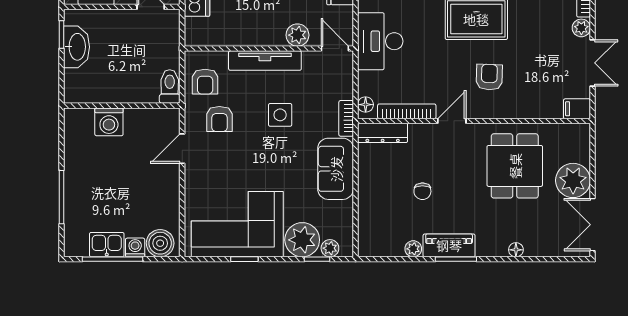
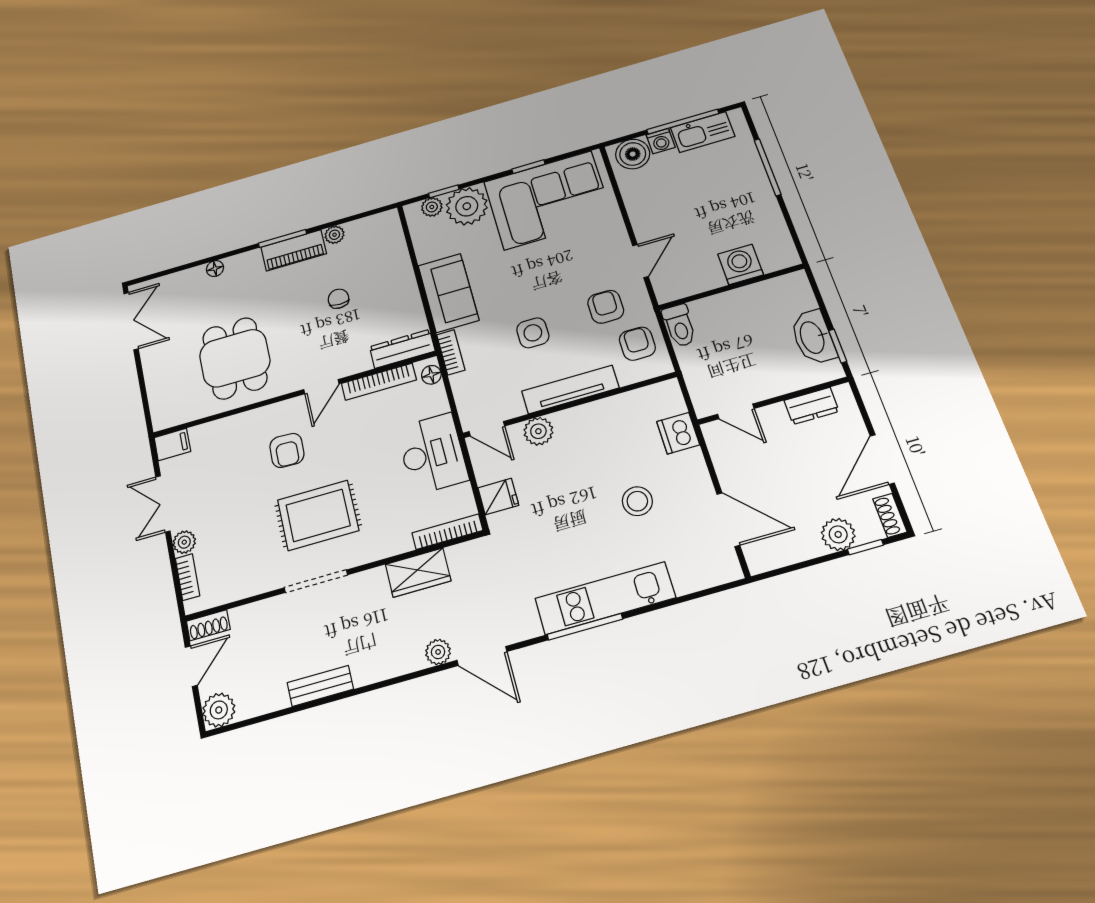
plant: (573, 180) -> (162, 362), removed
kitchen sink: (107, 245) -> (703, 132), width x1.38

